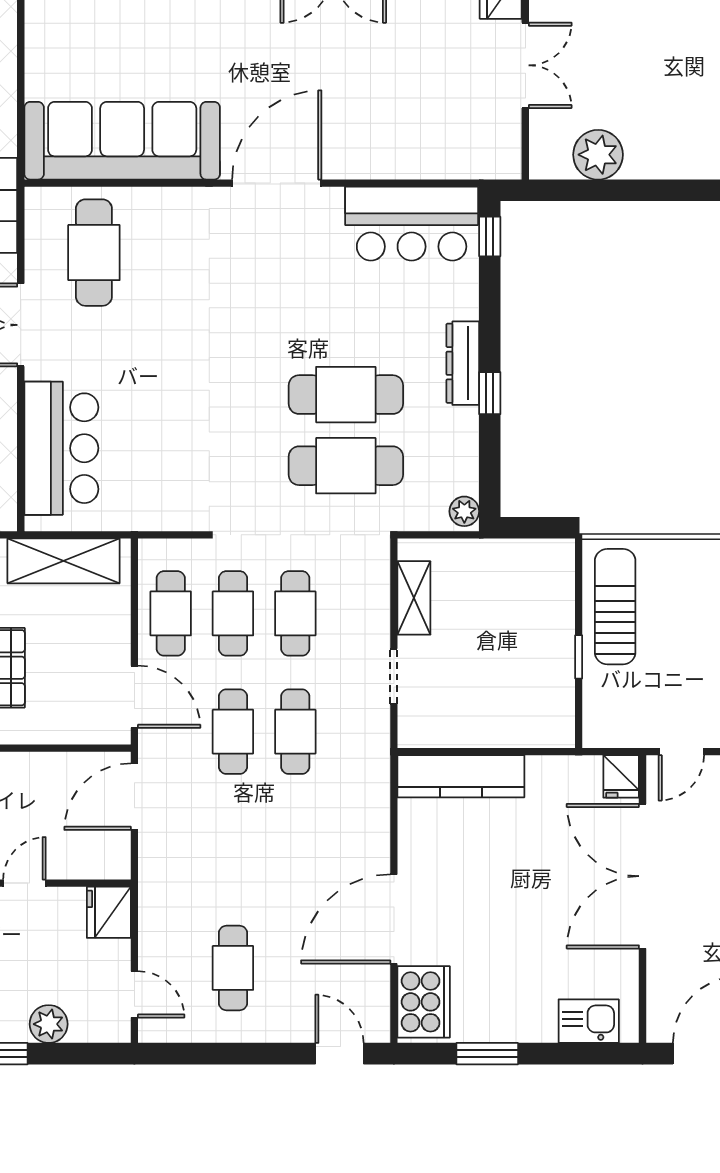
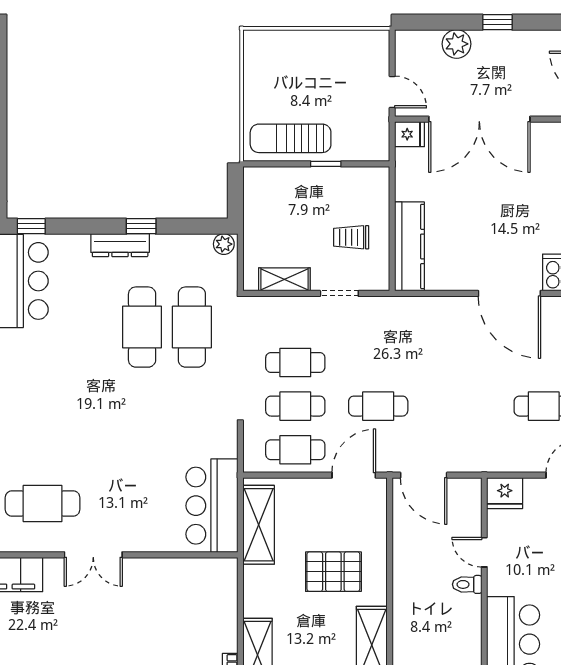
bar counter: (61, 448) -> (212, 506), moved, turned -90
trolley: (474, 693) -> (351, 237), added
cafe table: (295, 732) -> (378, 362), removed

